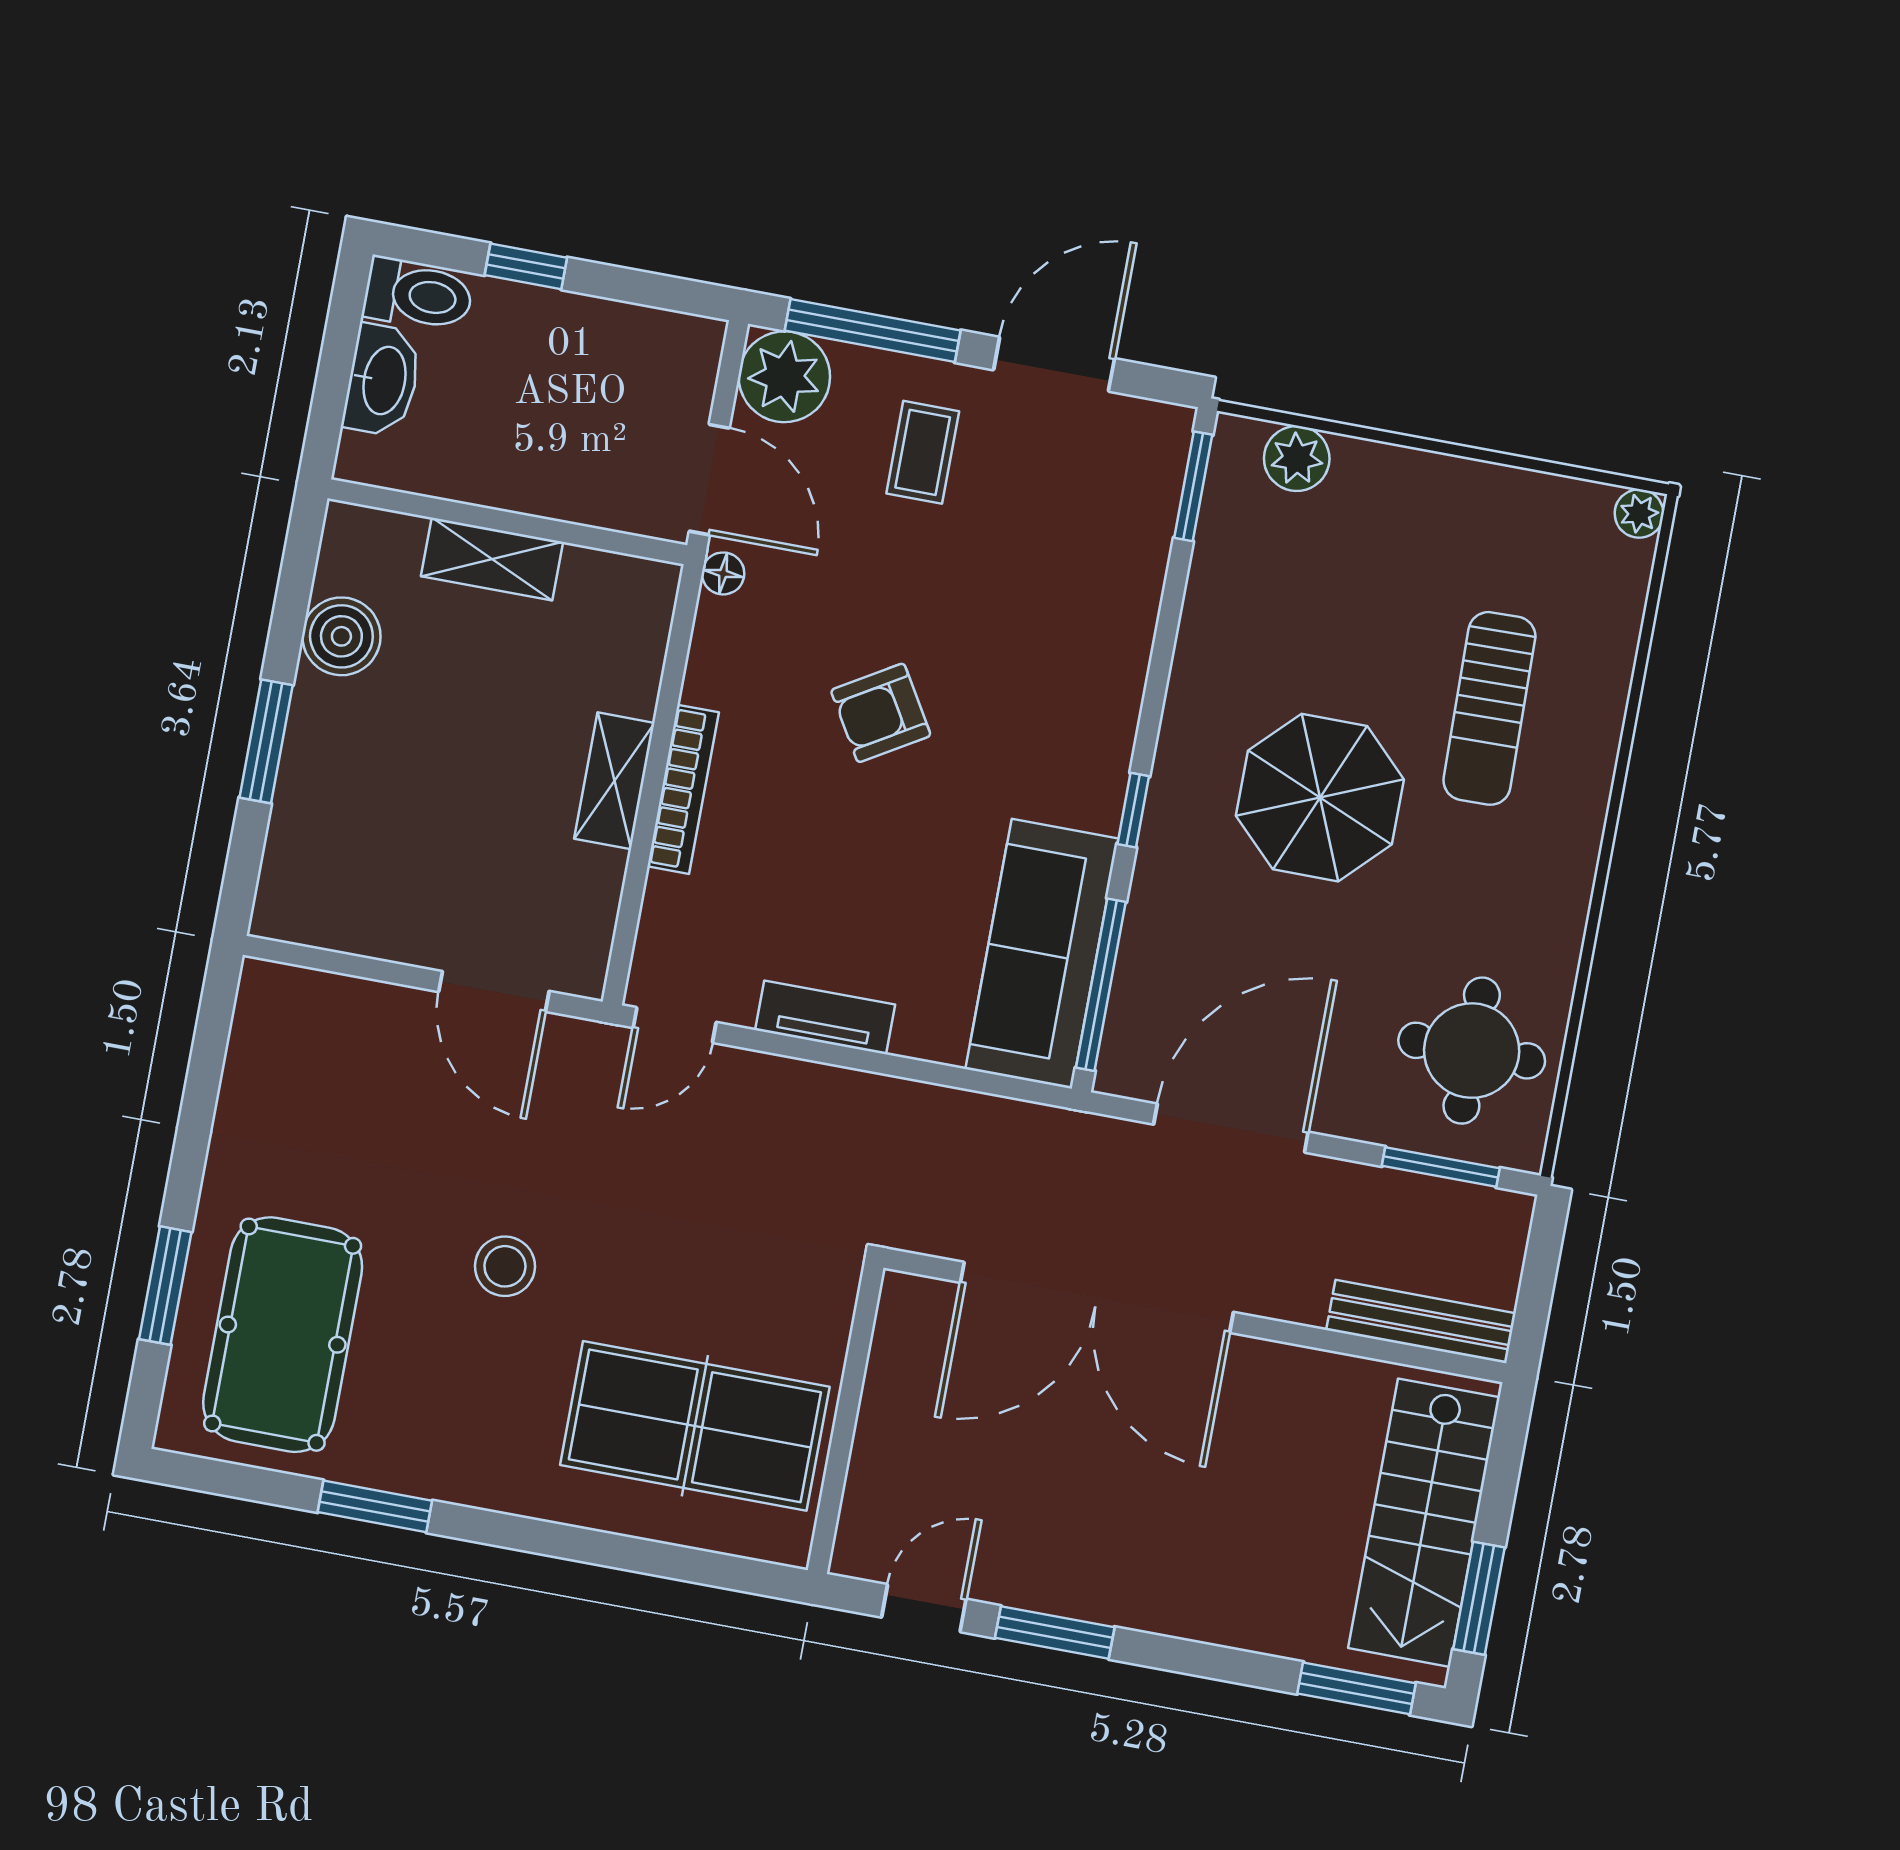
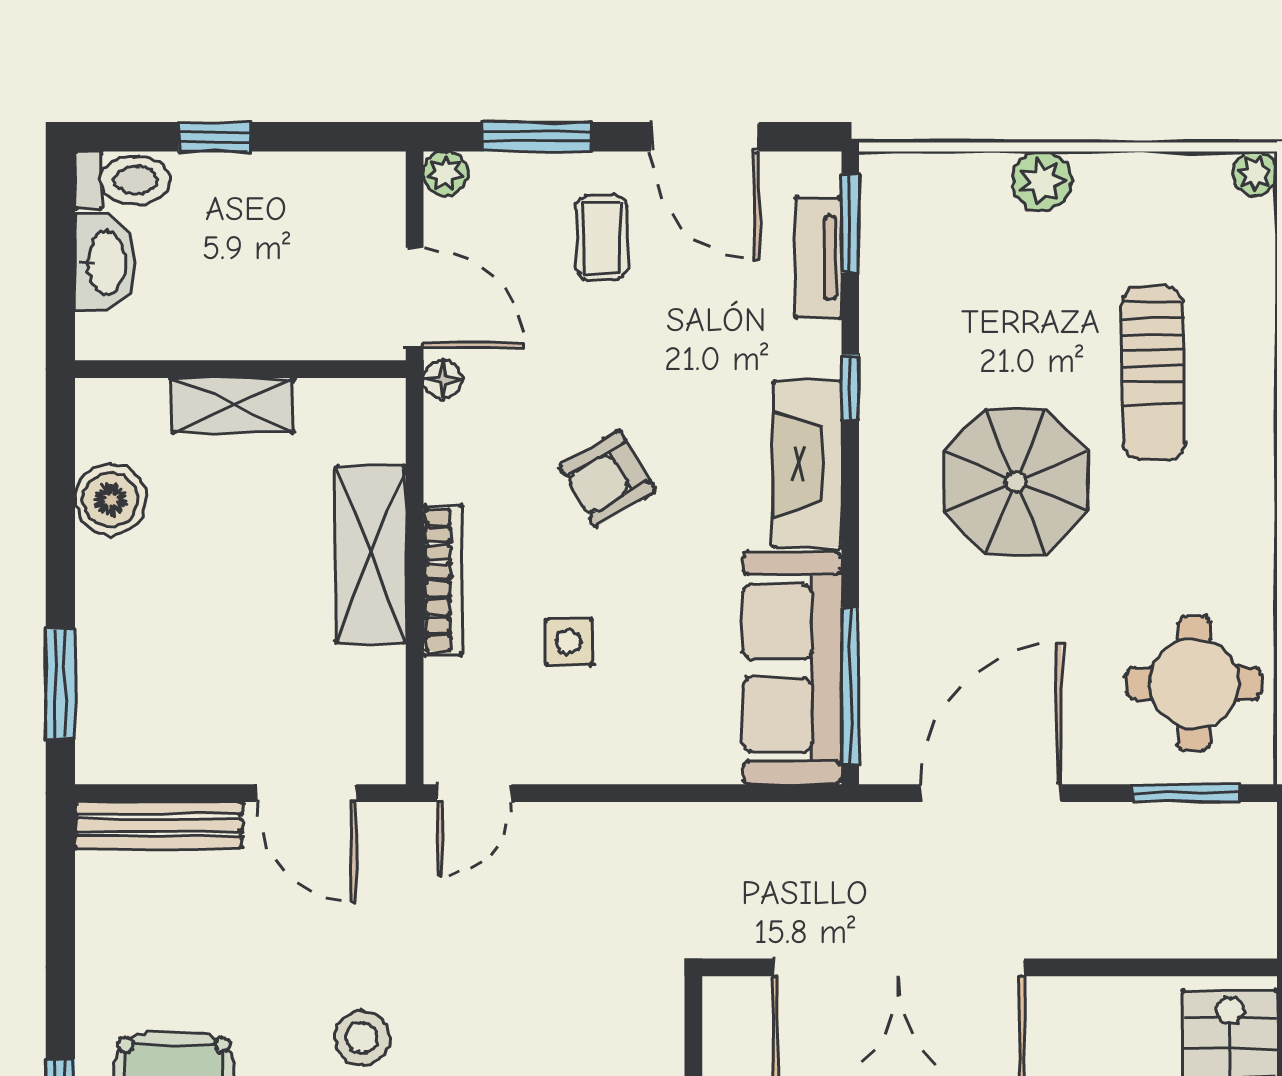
window: (873, 331) -> (536, 137), width x0.69
door: (1054, 364) -> (705, 137), swing flipped
plant: (784, 377) -> (446, 173), width x0.53, depth x0.53
plant: (1297, 459) -> (1042, 181), moved
fireplace: (1099, 737) -> (807, 464), added
window: (266, 741) -> (60, 683), moved
shelving: (614, 781) -> (371, 555), width x1.50, depth x1.33
window: (1133, 810) -> (850, 388), moved
side table: (807, 881) -> (569, 642), added
tv unit: (825, 1017) -> (818, 258), moved, turned -90
bench: (1421, 1322) -> (158, 825), moved

